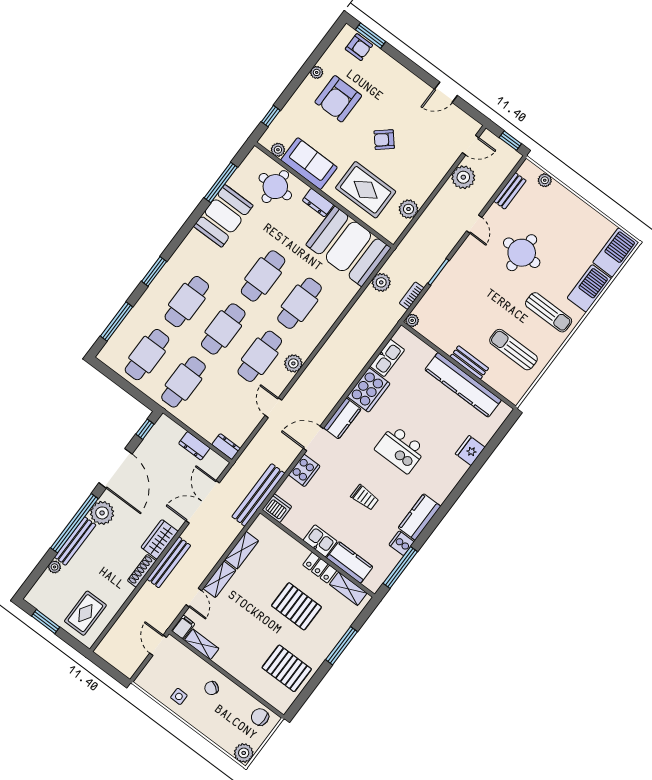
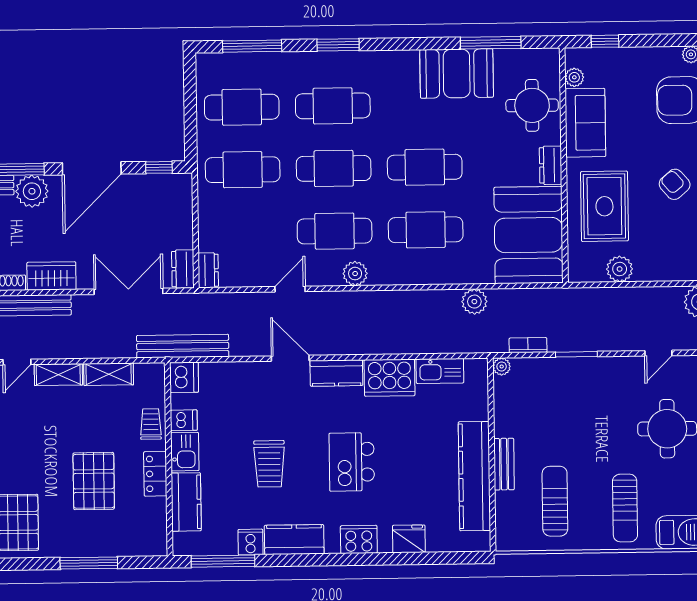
plant: (381, 282) -> (474, 302), moved
dresser: (194, 446) -> (183, 269), moved
cooker: (304, 470) -> (359, 539), moved, turned 180
trolley: (365, 498) -> (269, 464), width x1.36, depth x1.39
dishwasher: (302, 527) -> (184, 420), added
trolley: (289, 548) -> (151, 424), added
shelving: (348, 589) -> (156, 522), removed

